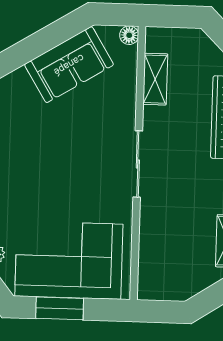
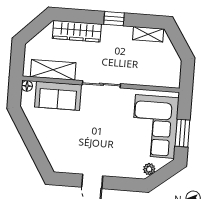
sofa: (69, 65) -> (58, 96), moved, turned 121
shelving: (155, 79) -> (53, 70), width x1.50, depth x1.33

